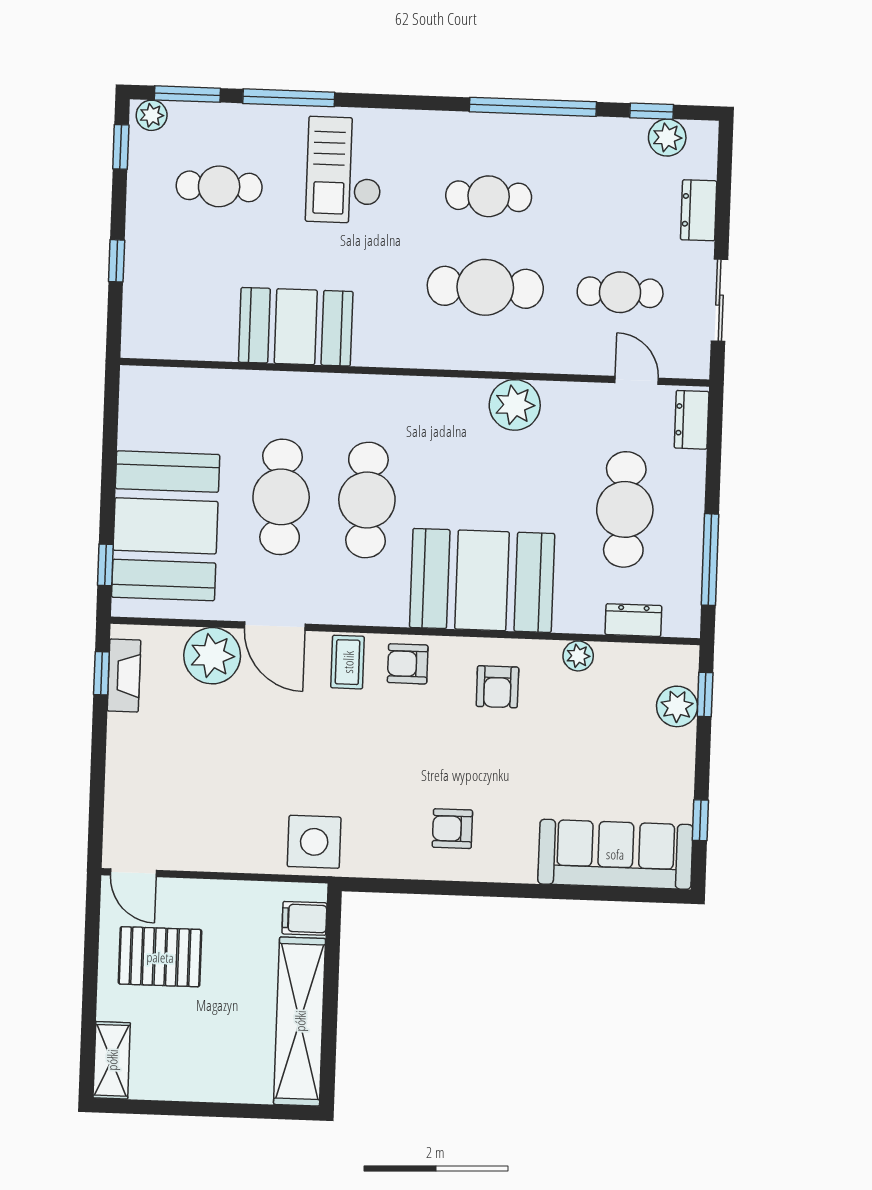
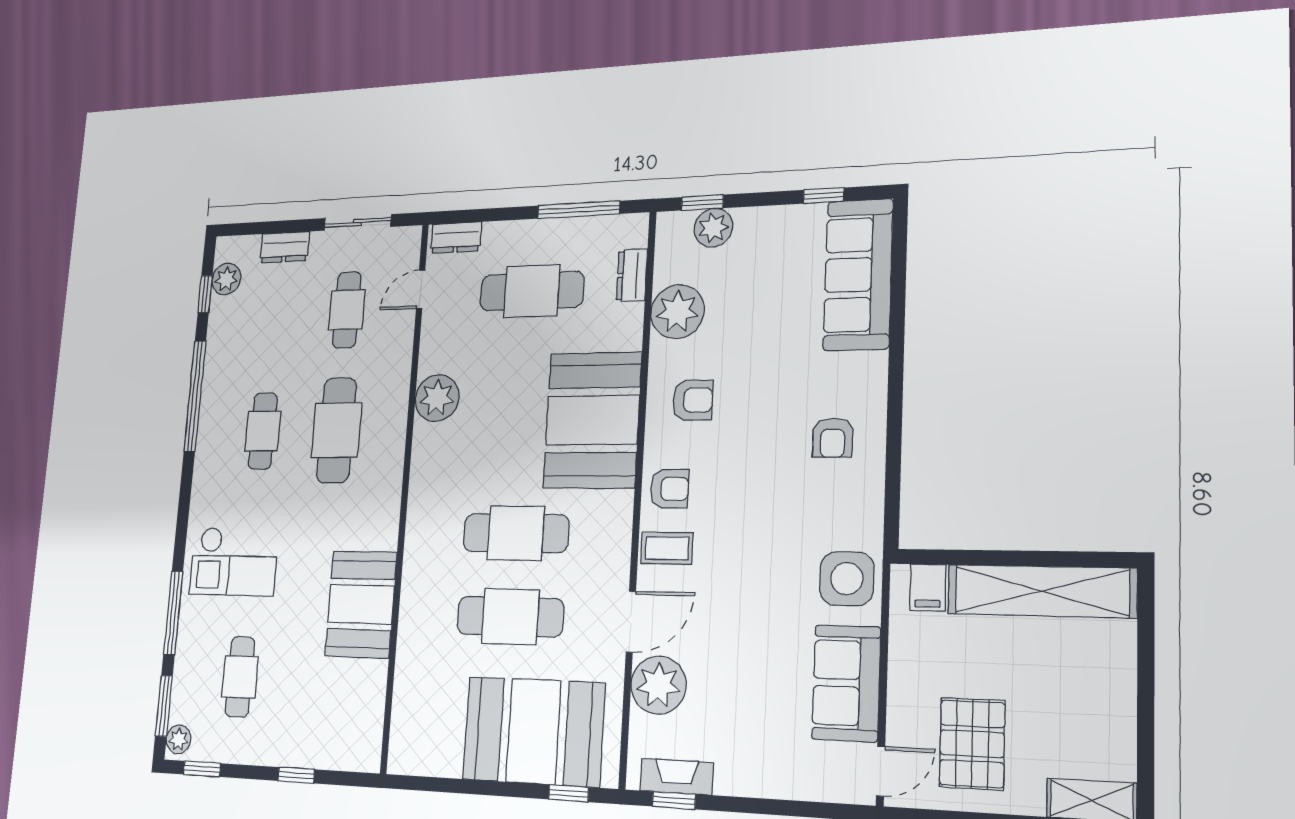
plant: (578, 656) -> (677, 312), width x1.87, depth x1.87
armchair: (408, 664) -> (669, 489), turned -90
sofa: (215, 841) -> (846, 683), added

